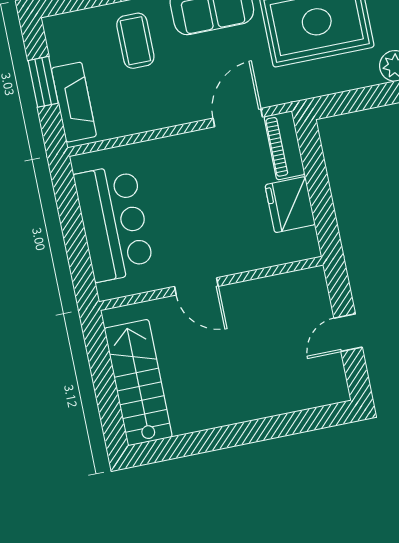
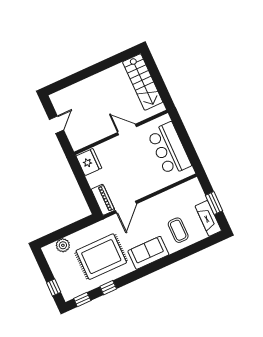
fireplace: (74, 102) -> (208, 218), moved
fridge: (290, 205) -> (89, 162), moved

